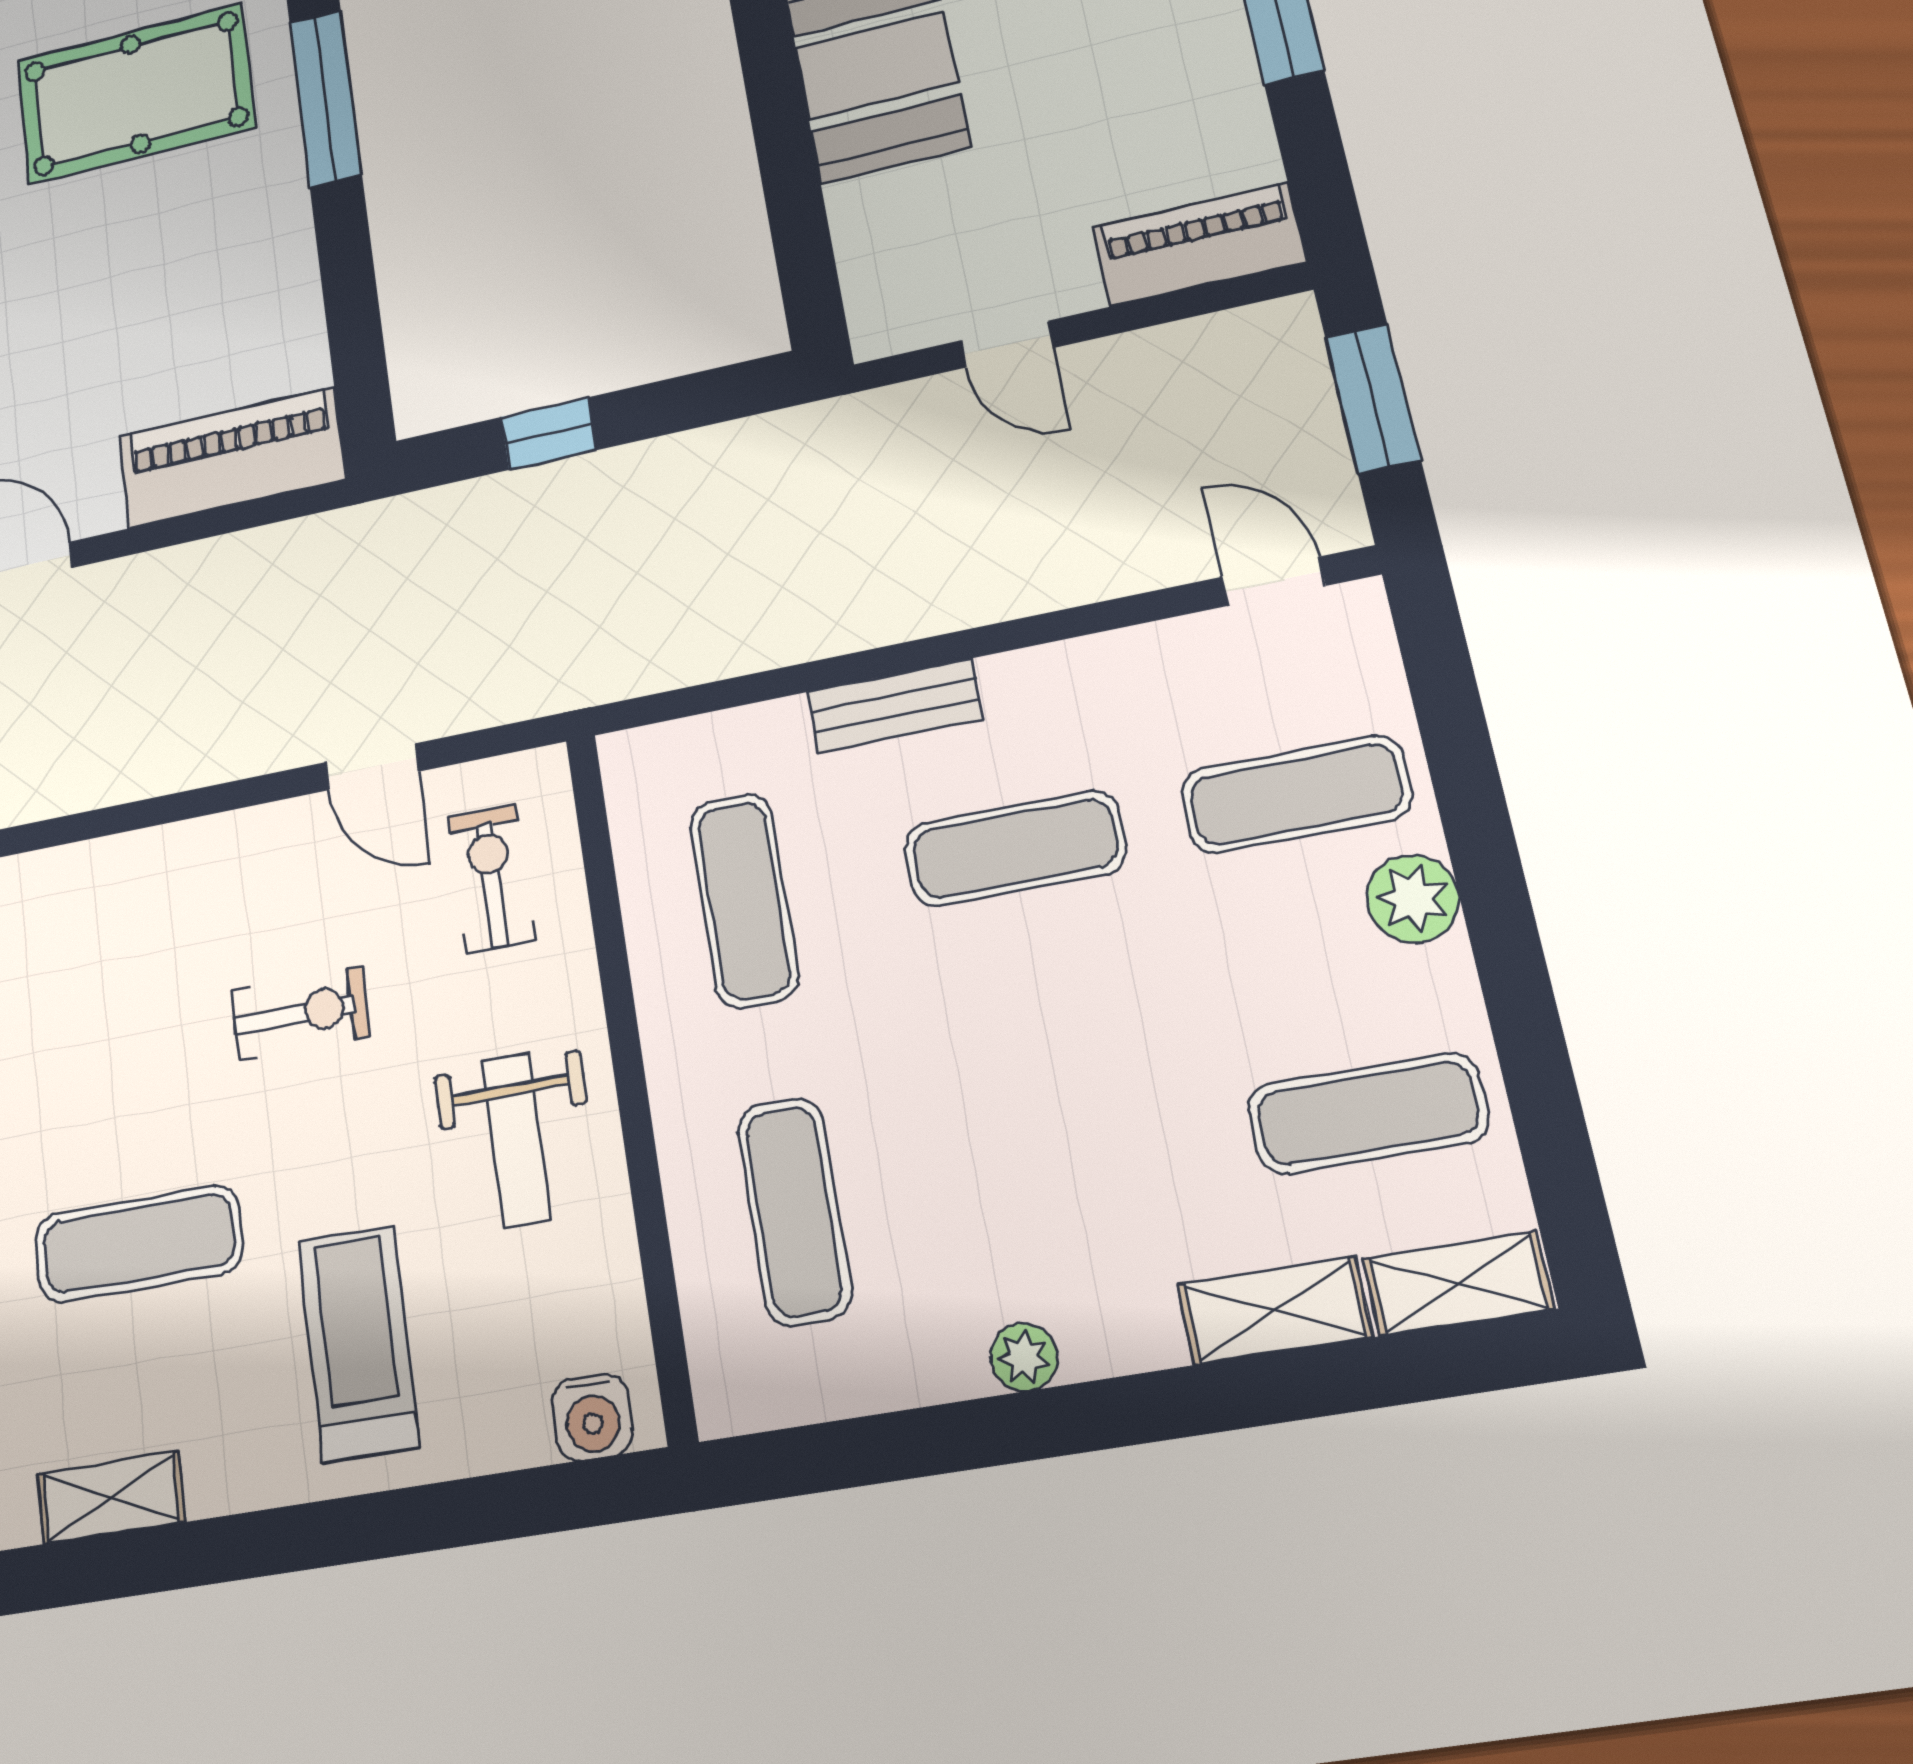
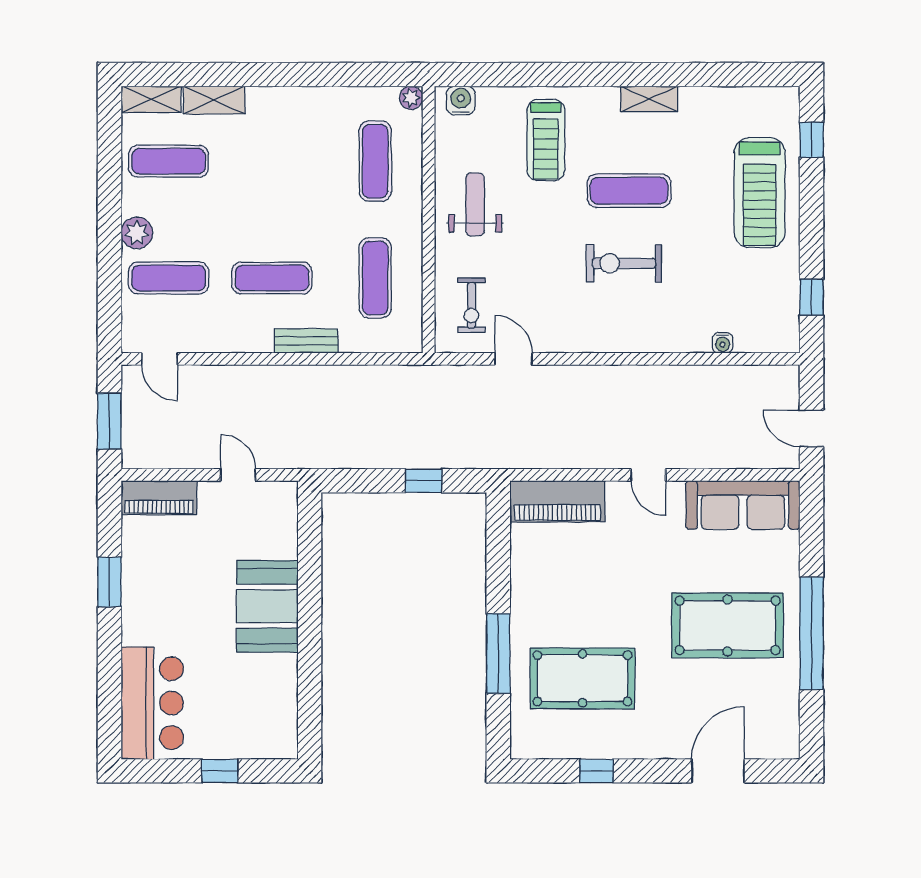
exercise bike: (301, 1013) -> (624, 263), moved, width x1.38, depth x1.39
plant: (1024, 1357) -> (411, 98), moved

